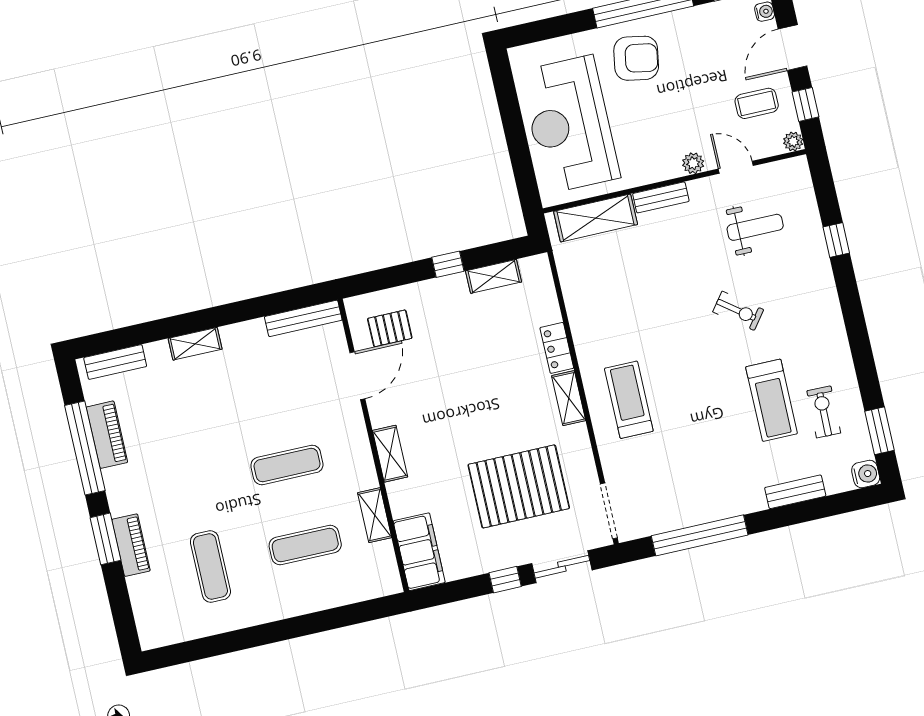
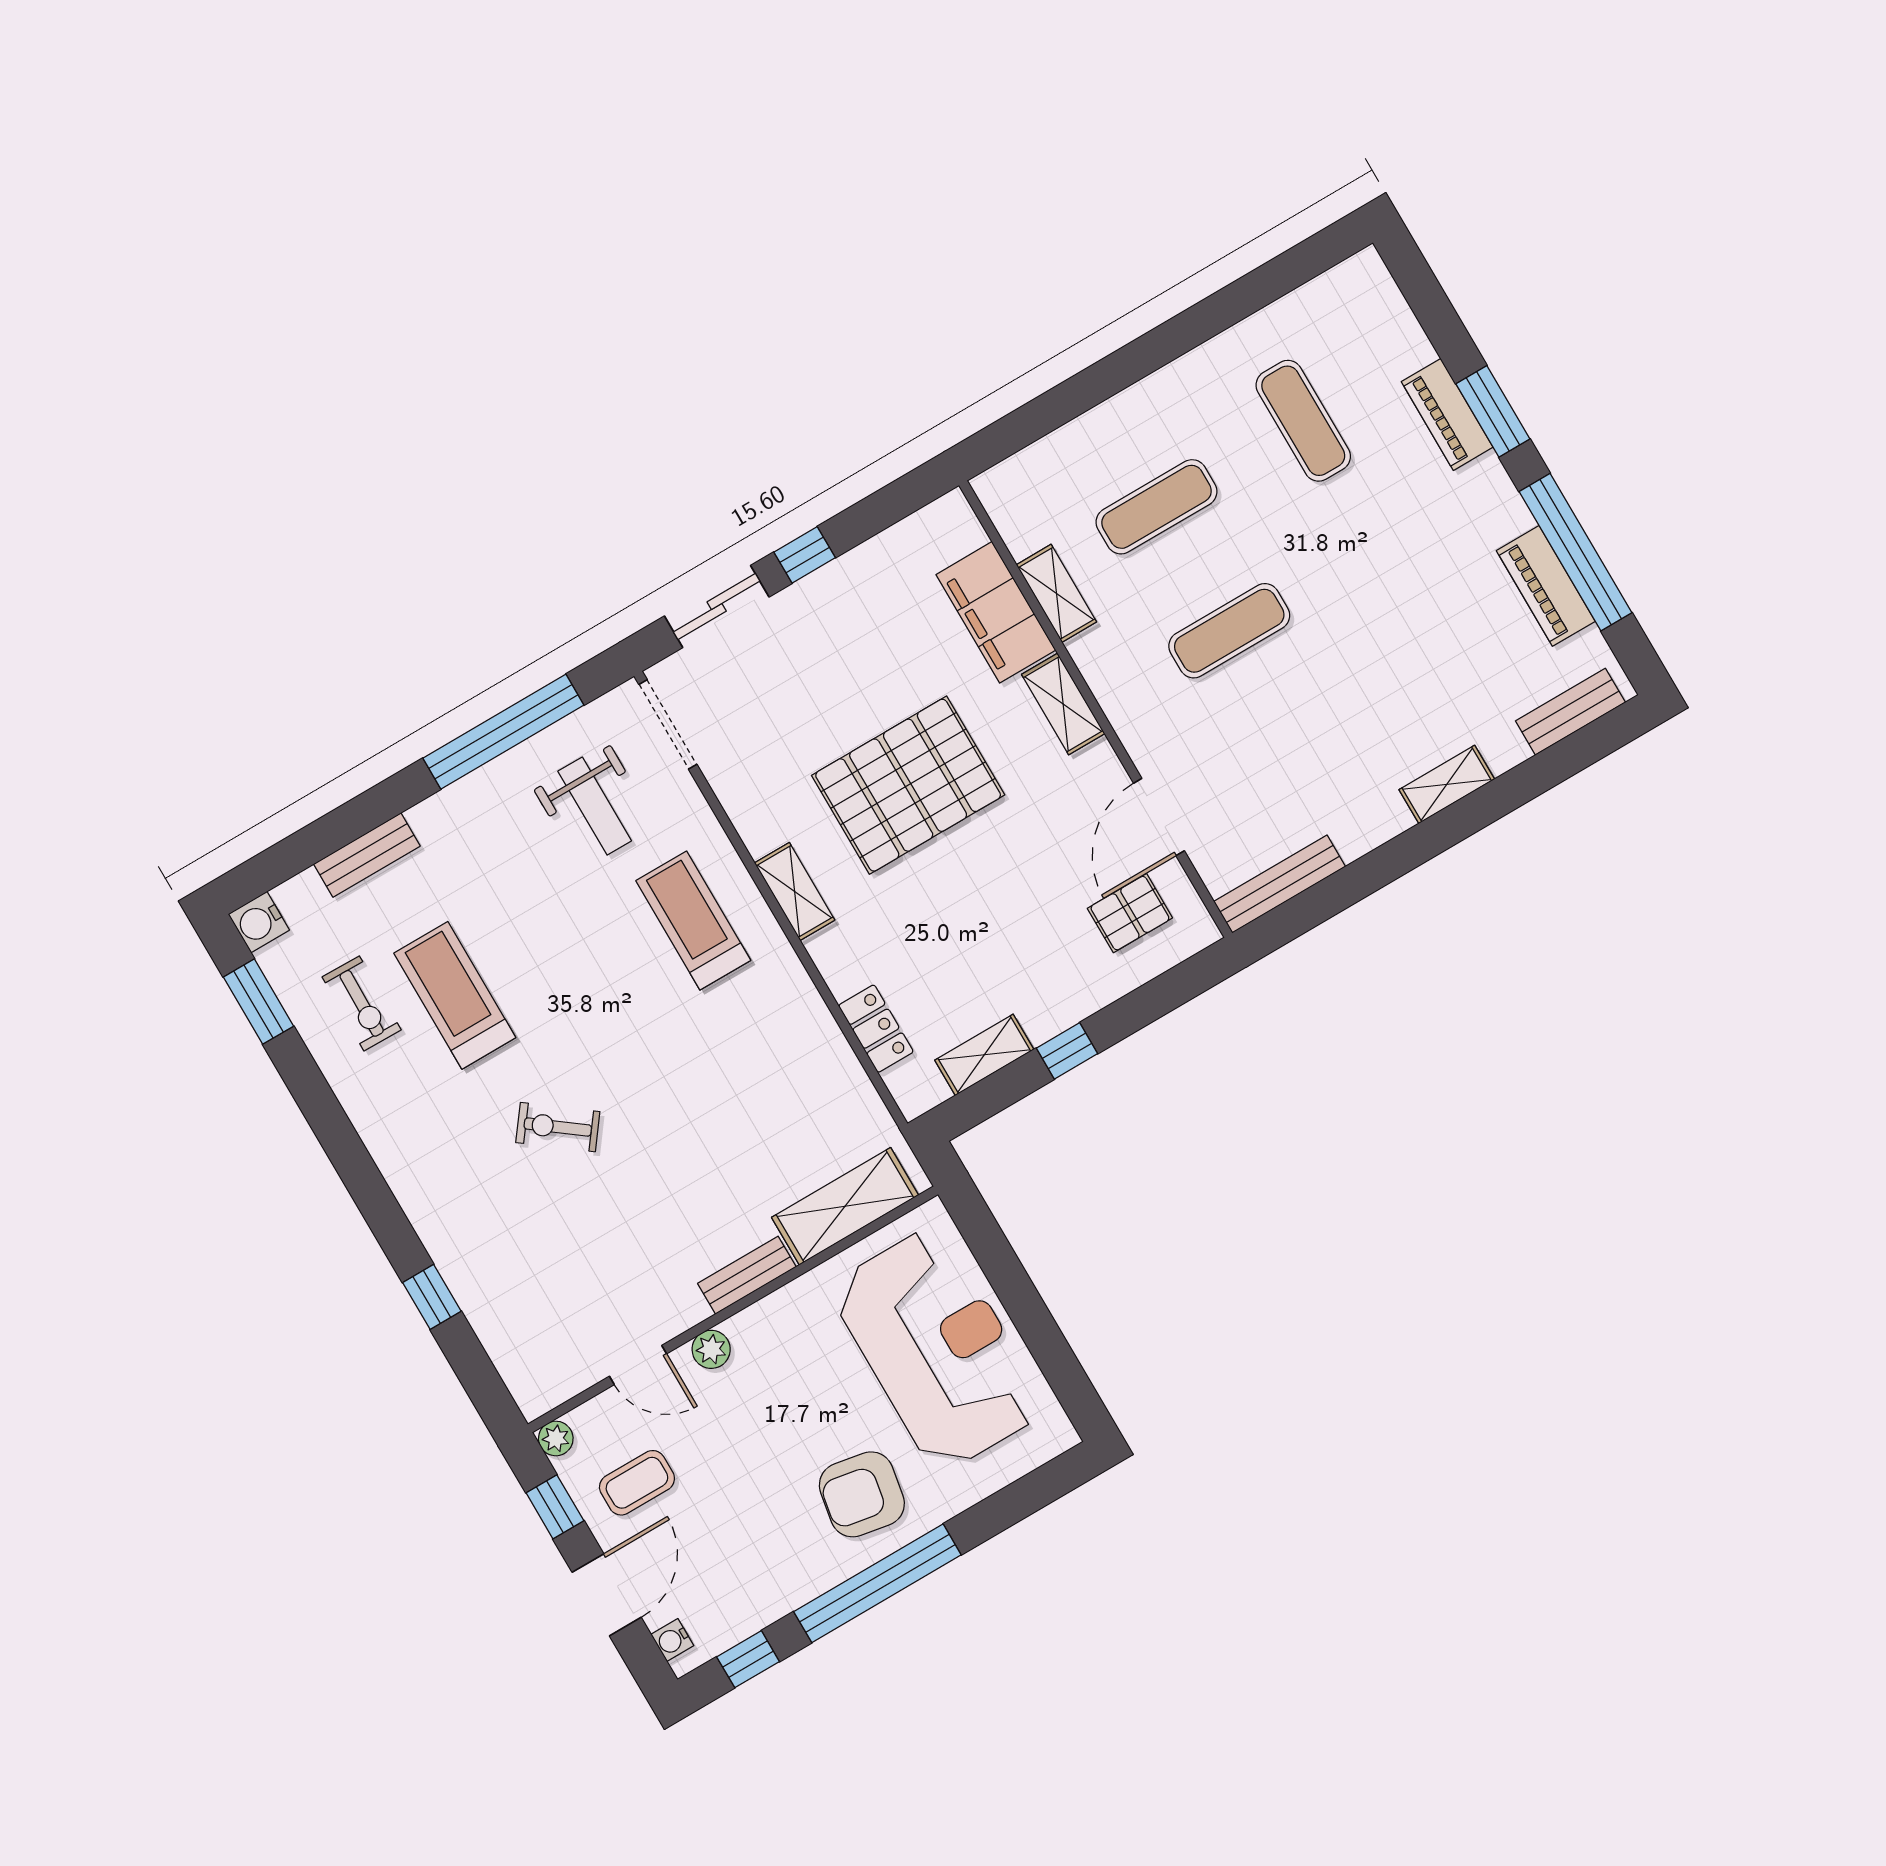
weight bench: (755, 227) -> (595, 806), moved, turned -90
locker: (557, 348) -> (876, 1029), moved
treadmill: (629, 400) -> (693, 921), turned 180
pallet: (519, 486) -> (908, 785), moved
filing cabinet: (419, 552) -> (996, 612), moved

